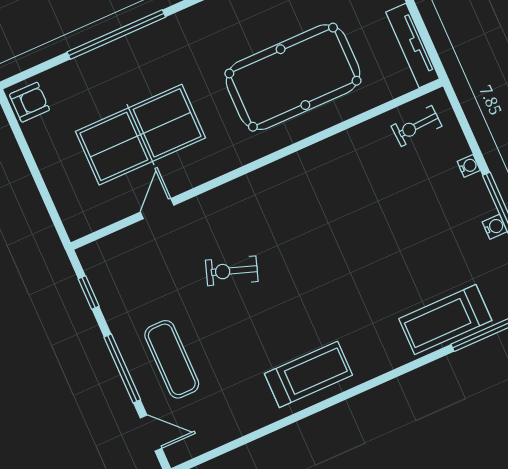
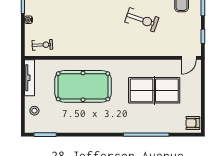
door: (157, 209) -> (189, 58), moved
exercise bike: (232, 271) -> (142, 20), width x1.38, depth x1.39

